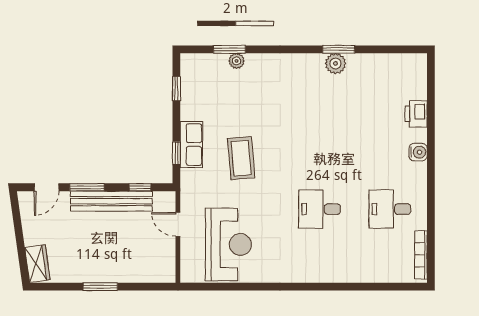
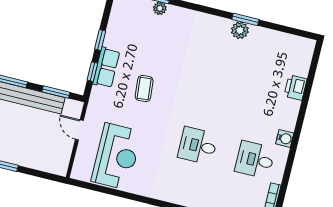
window: (176, 89) -> (100, 40), moved
water cooler: (418, 152) -> (285, 138), moved
coffee table: (241, 158) -> (144, 89), width x0.73, depth x0.77
window: (140, 187) -> (56, 92), width x1.50

